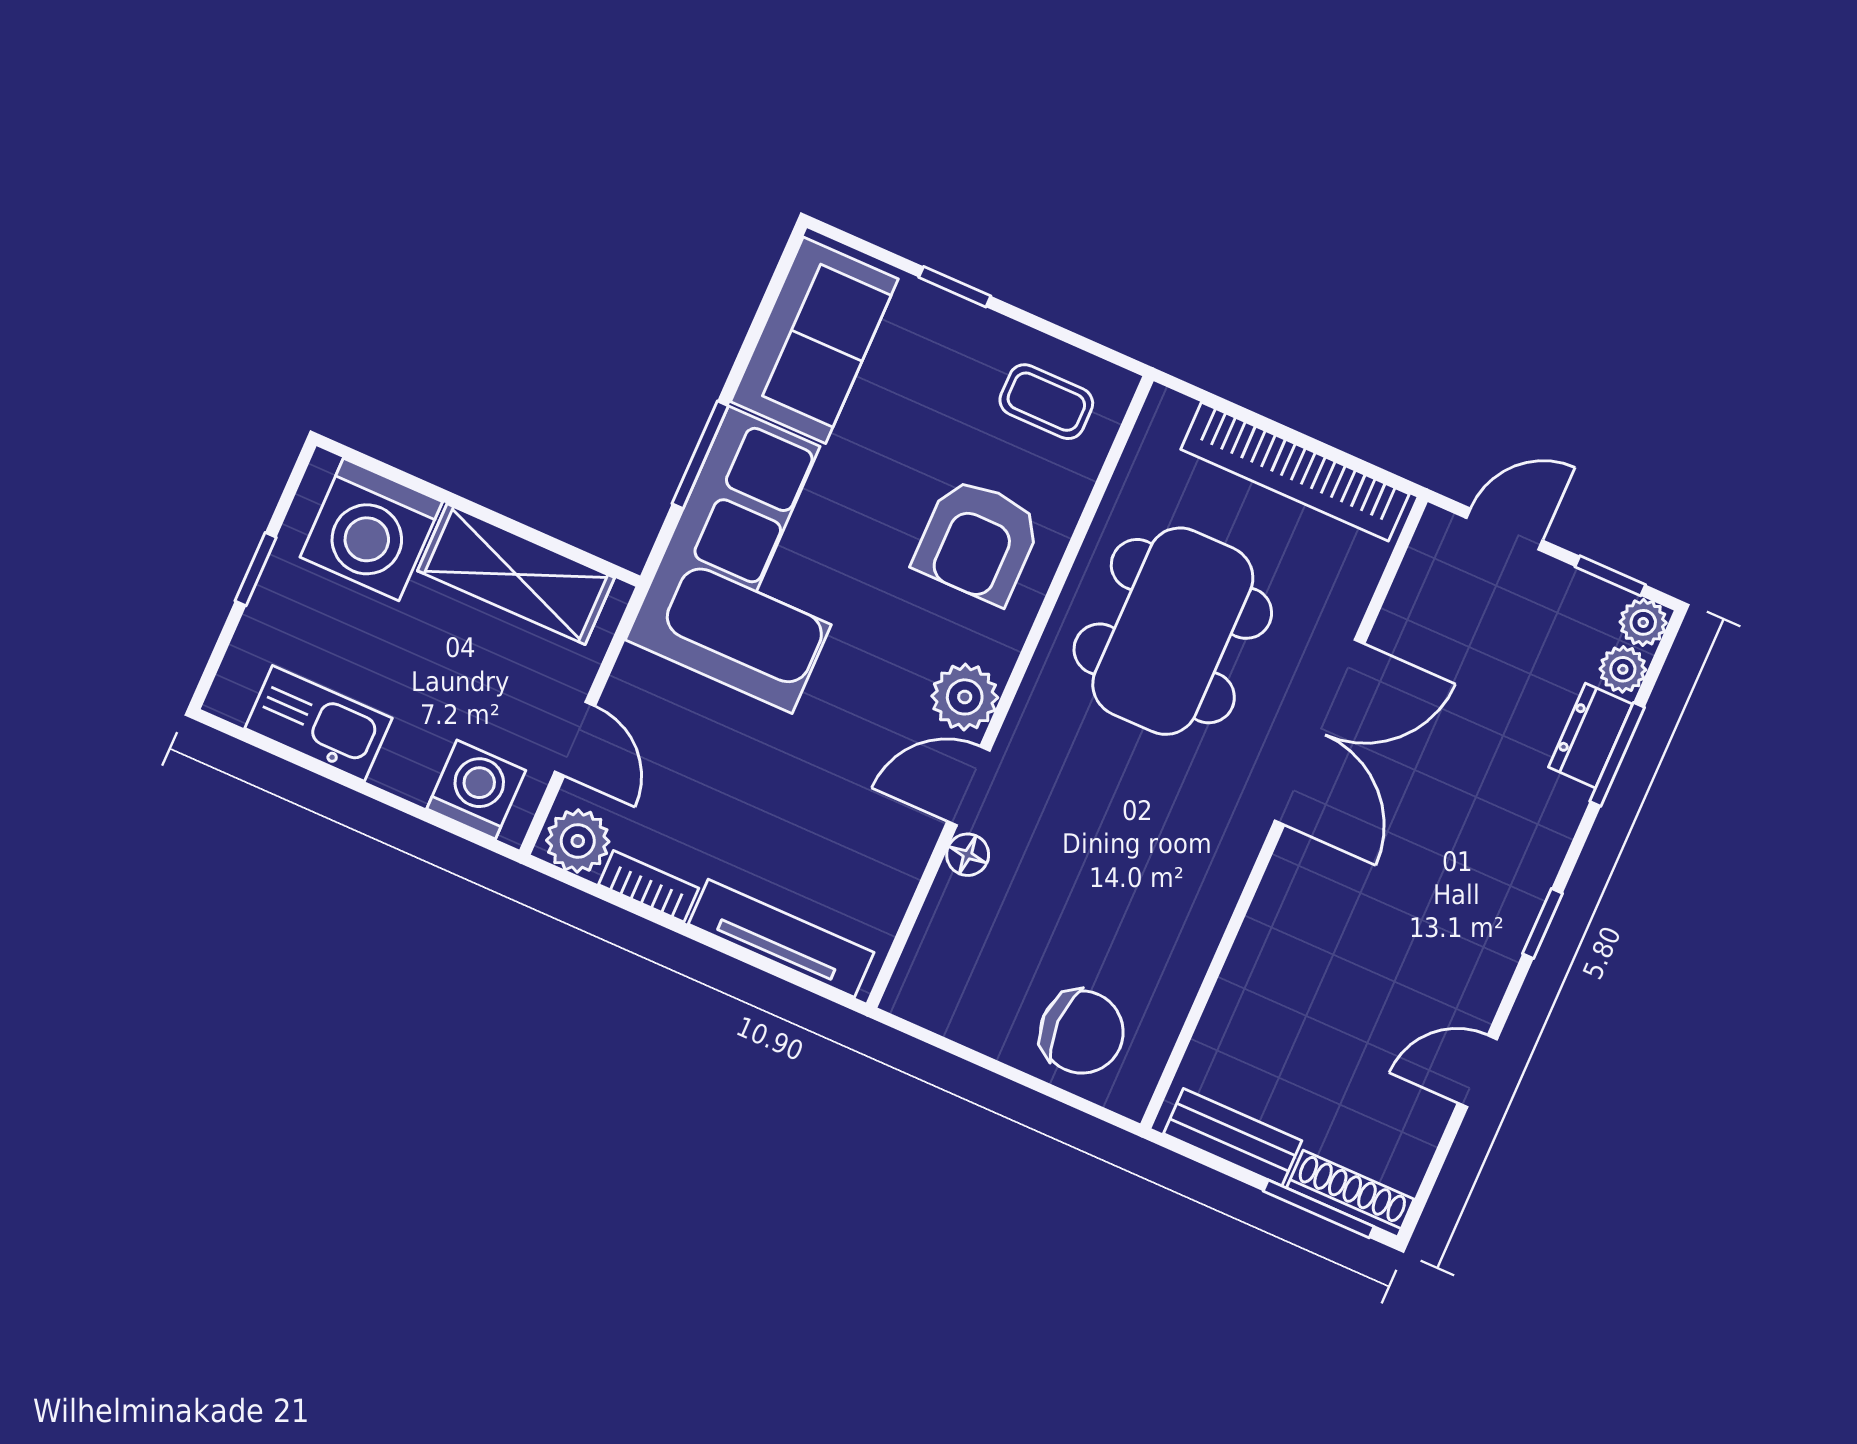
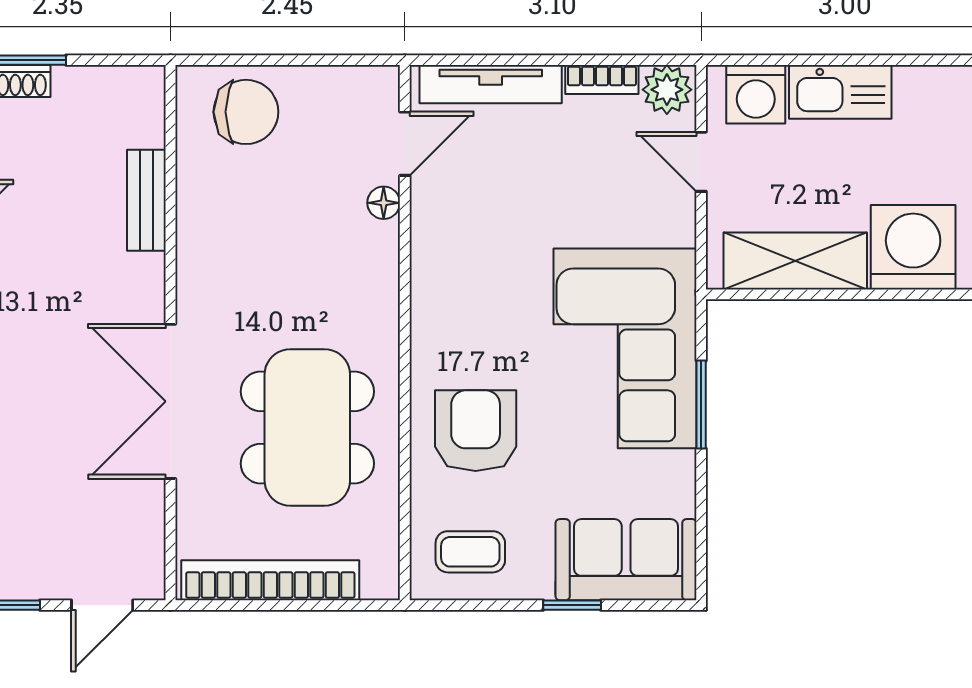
sofa: (814, 340) -> (626, 560), moved, turned 90
plant: (965, 697) -> (436, 315), removed
kitchen sink: (318, 723) -> (840, 92), moved
door: (968, 786) -> (405, 144), moved
chair: (1082, 1032) -> (246, 112), turned 180
bench: (1233, 1137) -> (146, 200), moved, turned 90

